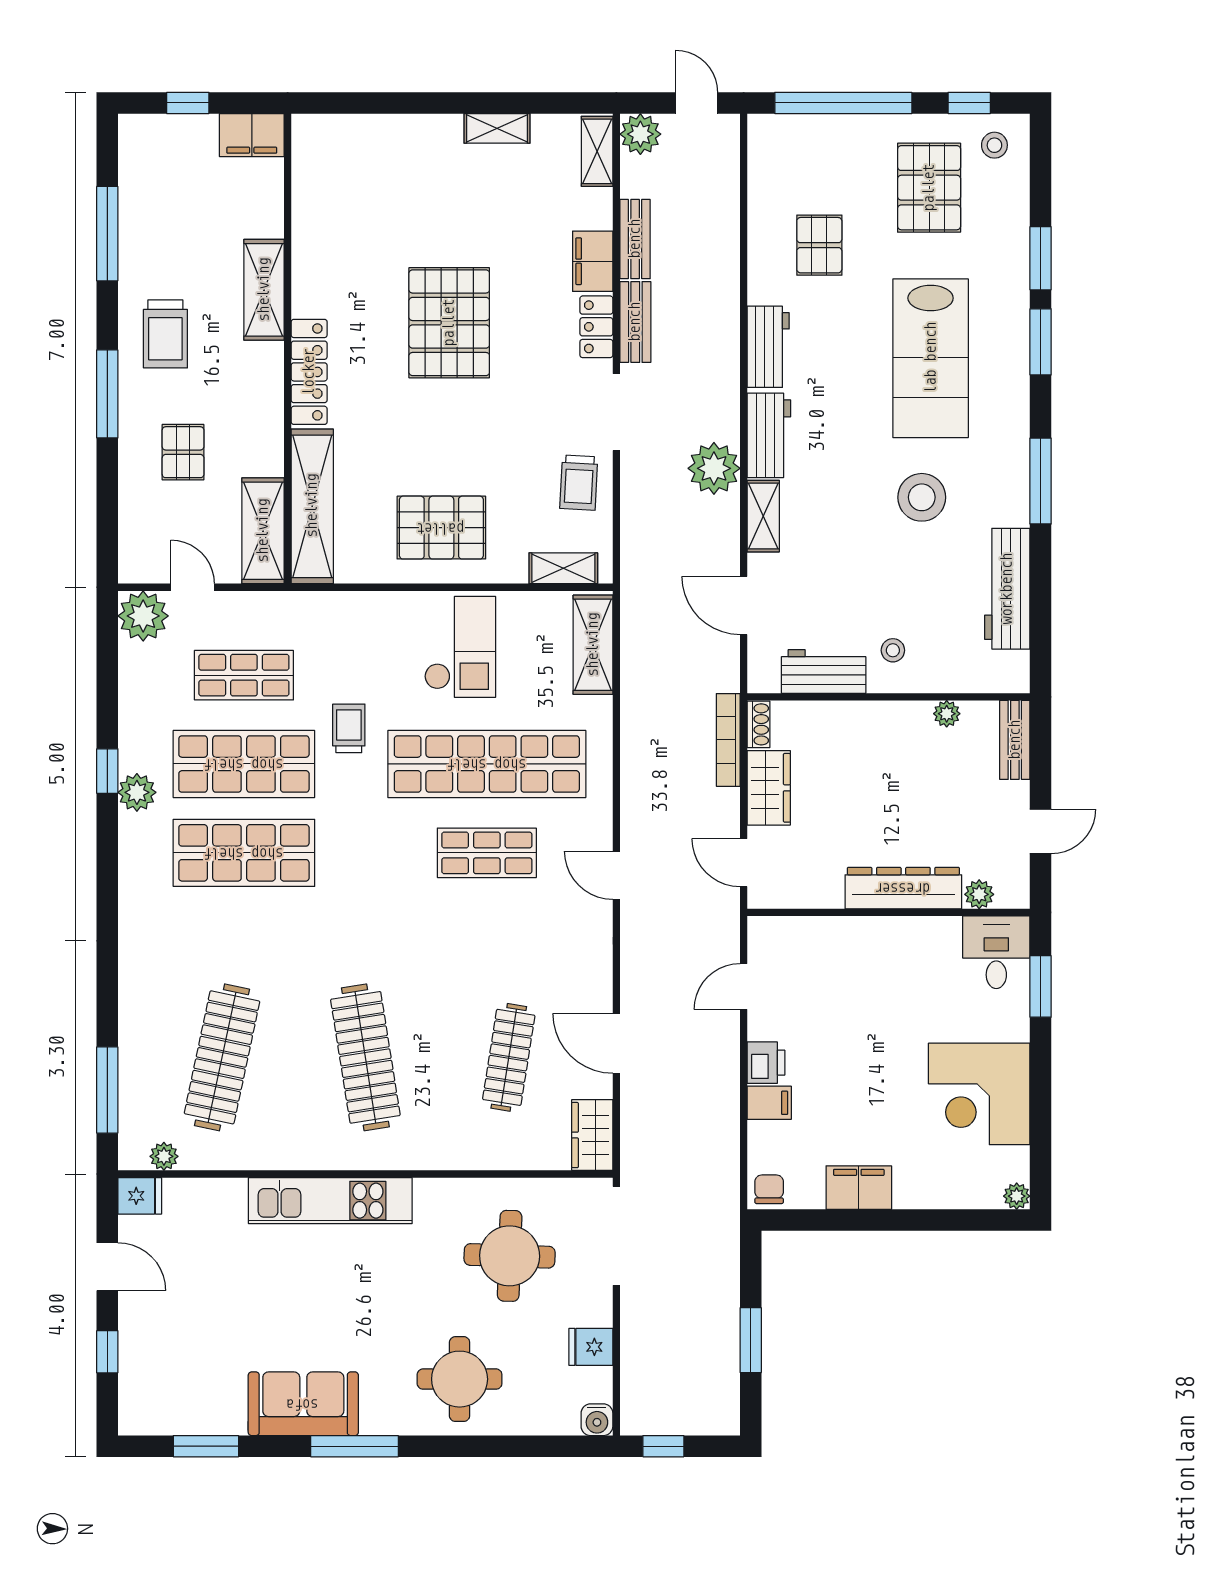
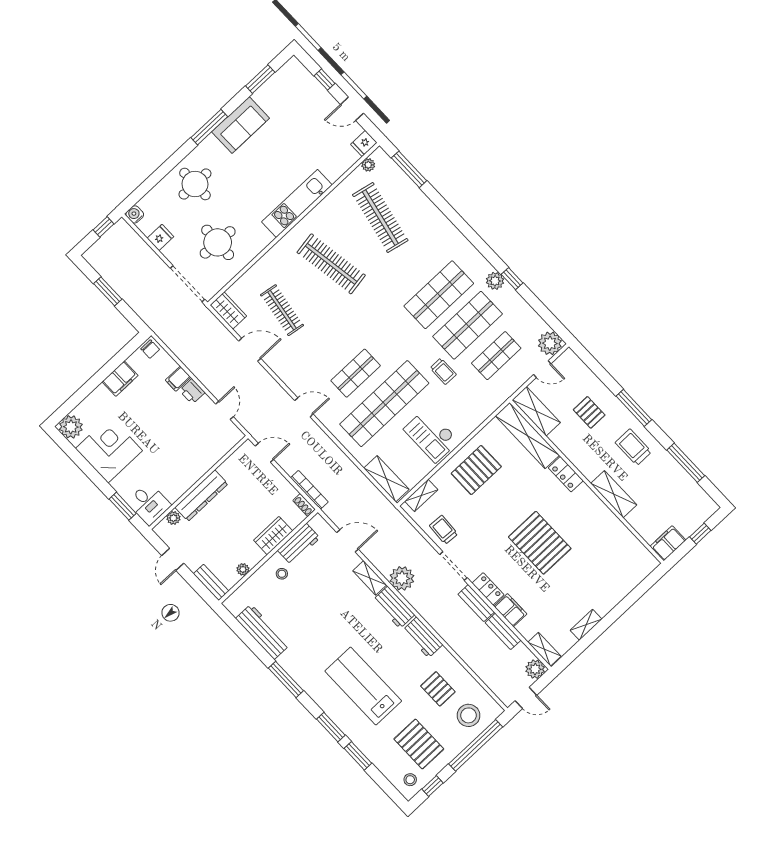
locker: (309, 372) -> (566, 474), width x0.66
stool: (922, 497) -> (468, 715), moved
wardrobe: (769, 788) -> (273, 536), moved, turned 90
plant: (1017, 1196) -> (71, 427), width x1.88, depth x1.88

